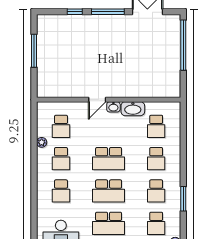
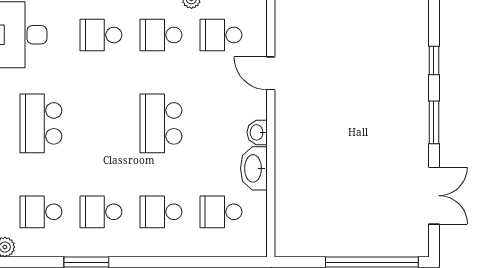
window: (108, 12) -> (434, 122), width x0.69
door: (97, 100) -> (271, 73), moved
school desk: (109, 191) -> (101, 123), removed

